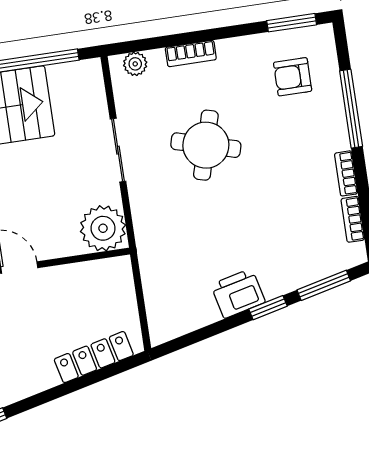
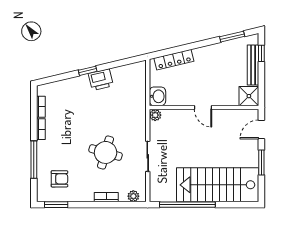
plant: (103, 228) -> (155, 115), width x0.53, depth x0.53
washbasin: (116, 277) -> (157, 96), added
window: (324, 285) -> (59, 77), removed

